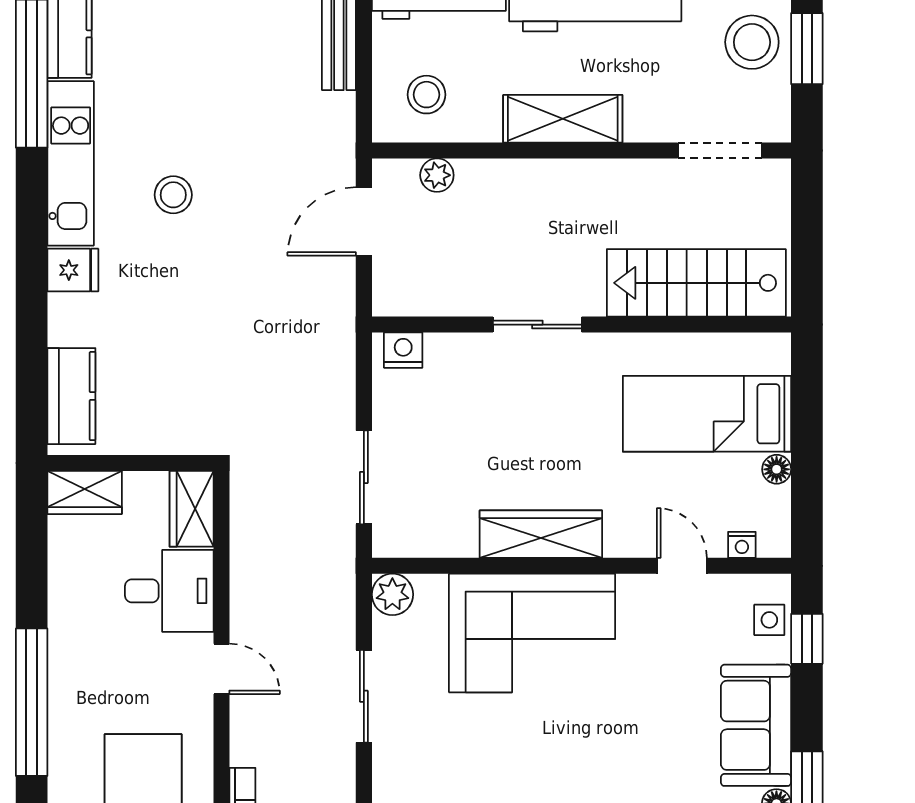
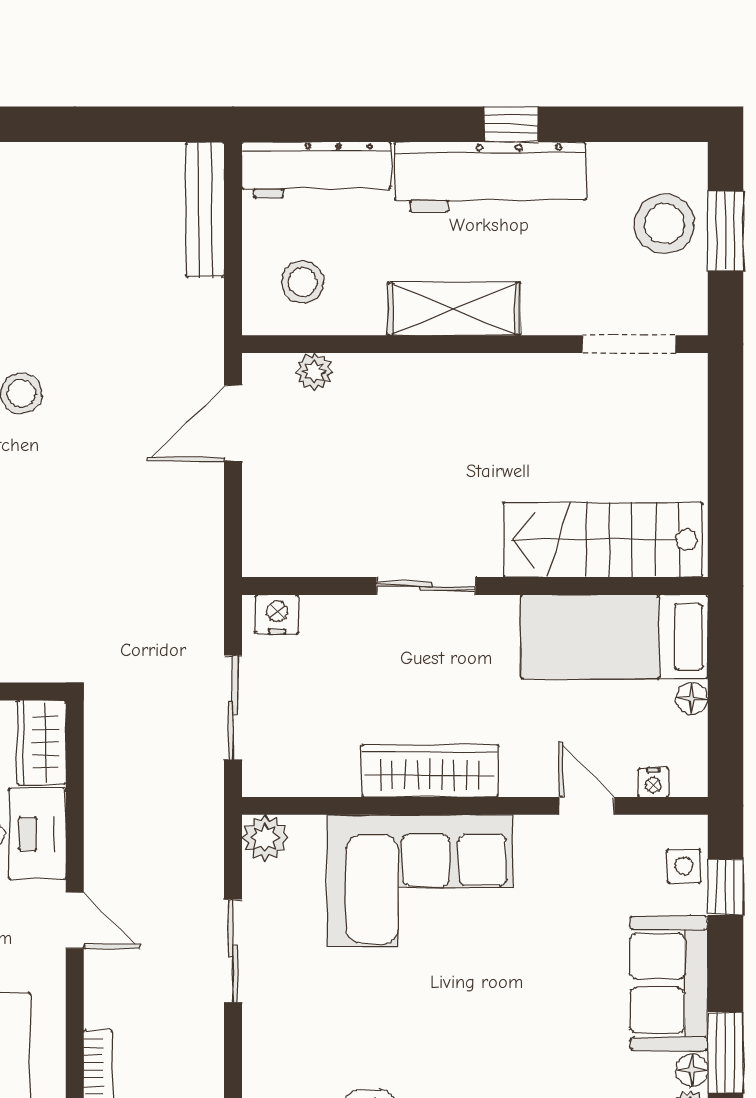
stairs: (696, 283) -> (603, 540), moved
sliding door: (537, 325) -> (426, 586), moved
wall: (581, 325) -> (475, 586), moved
nightstand: (403, 350) -> (277, 614), moved

